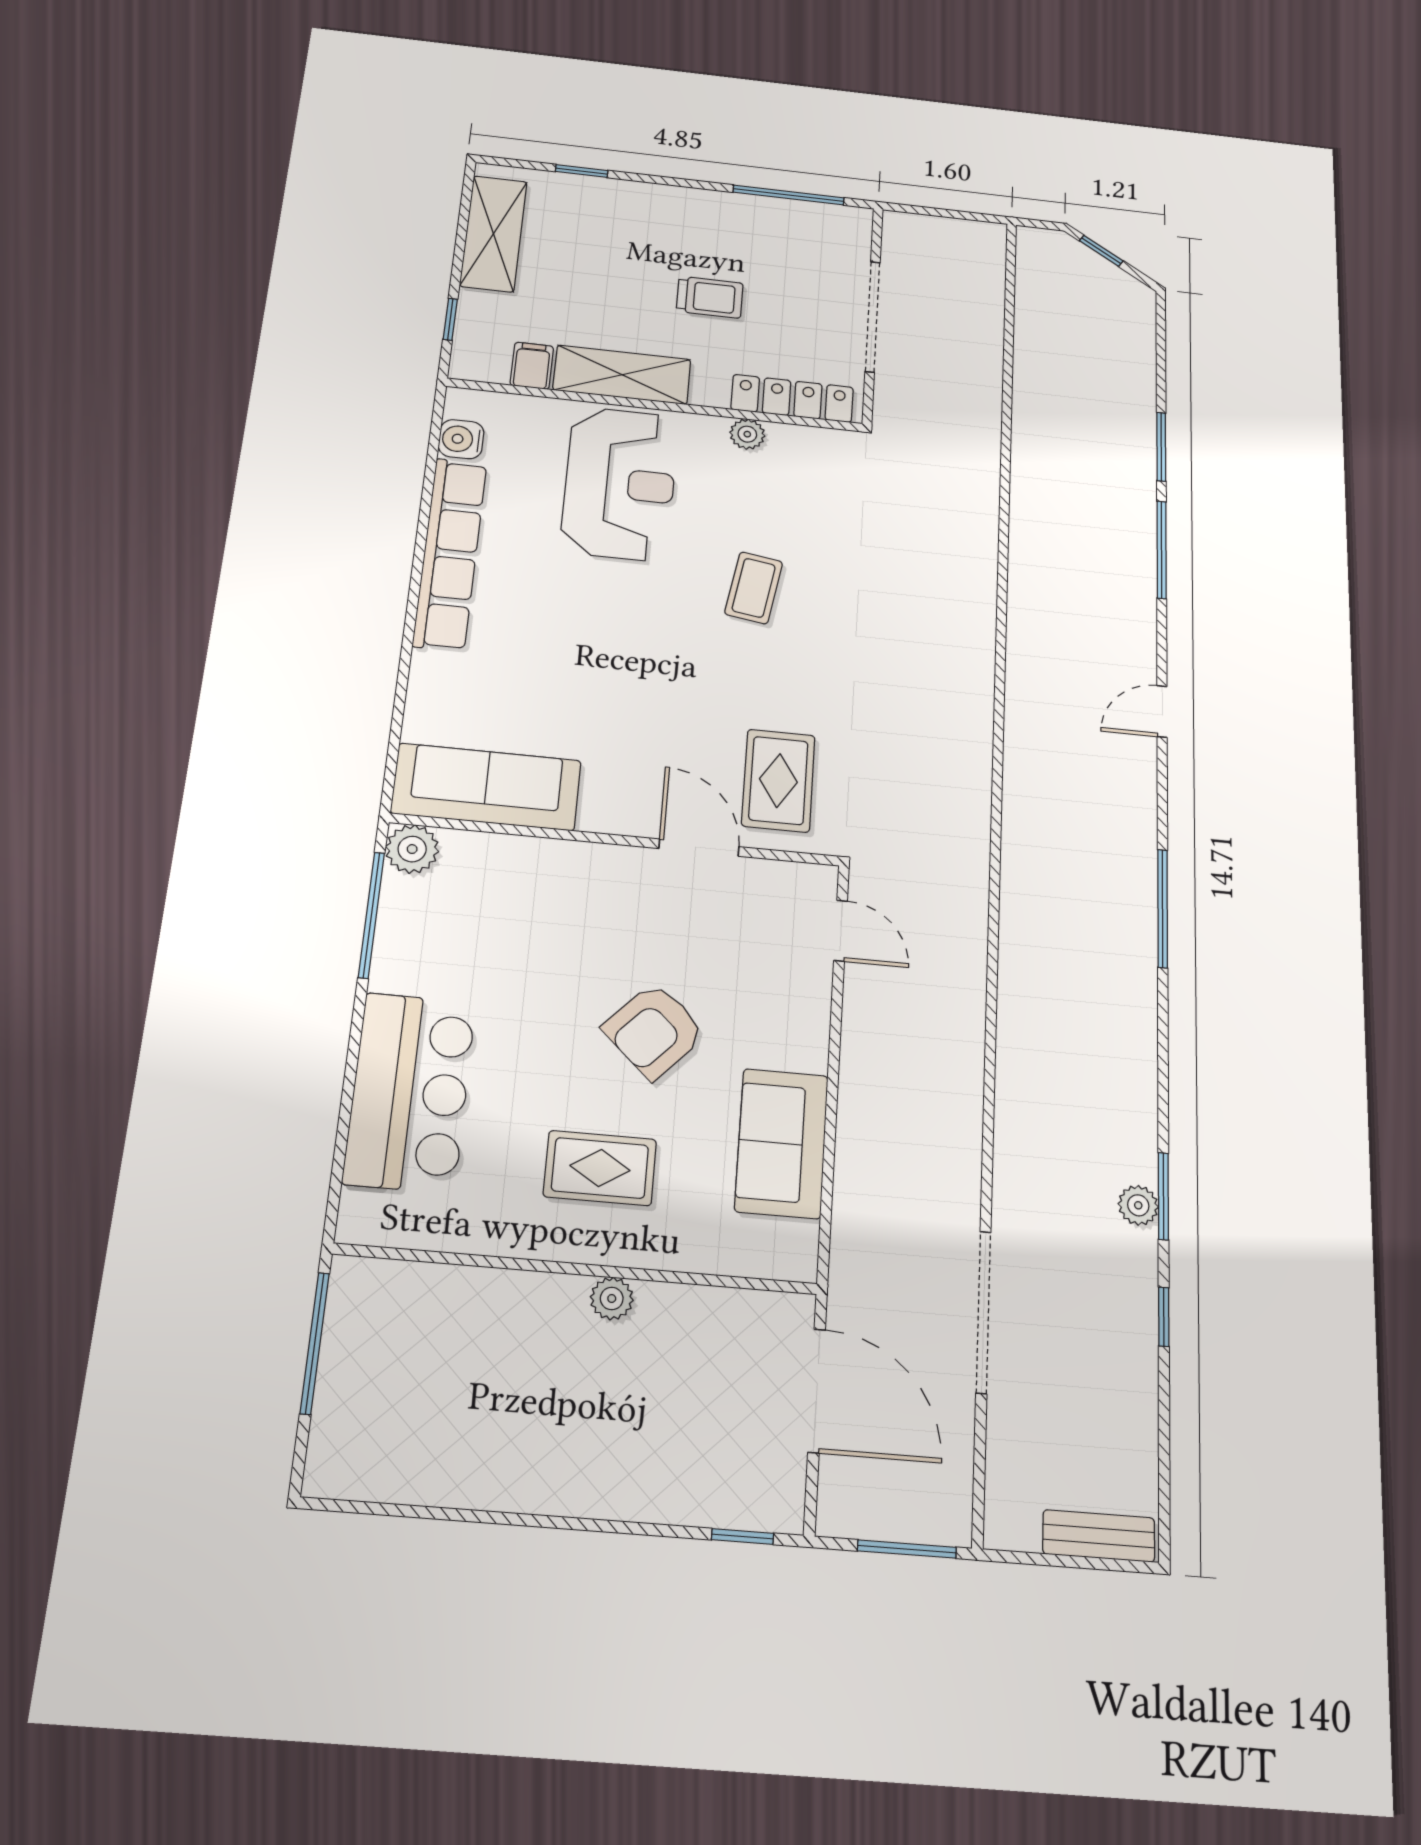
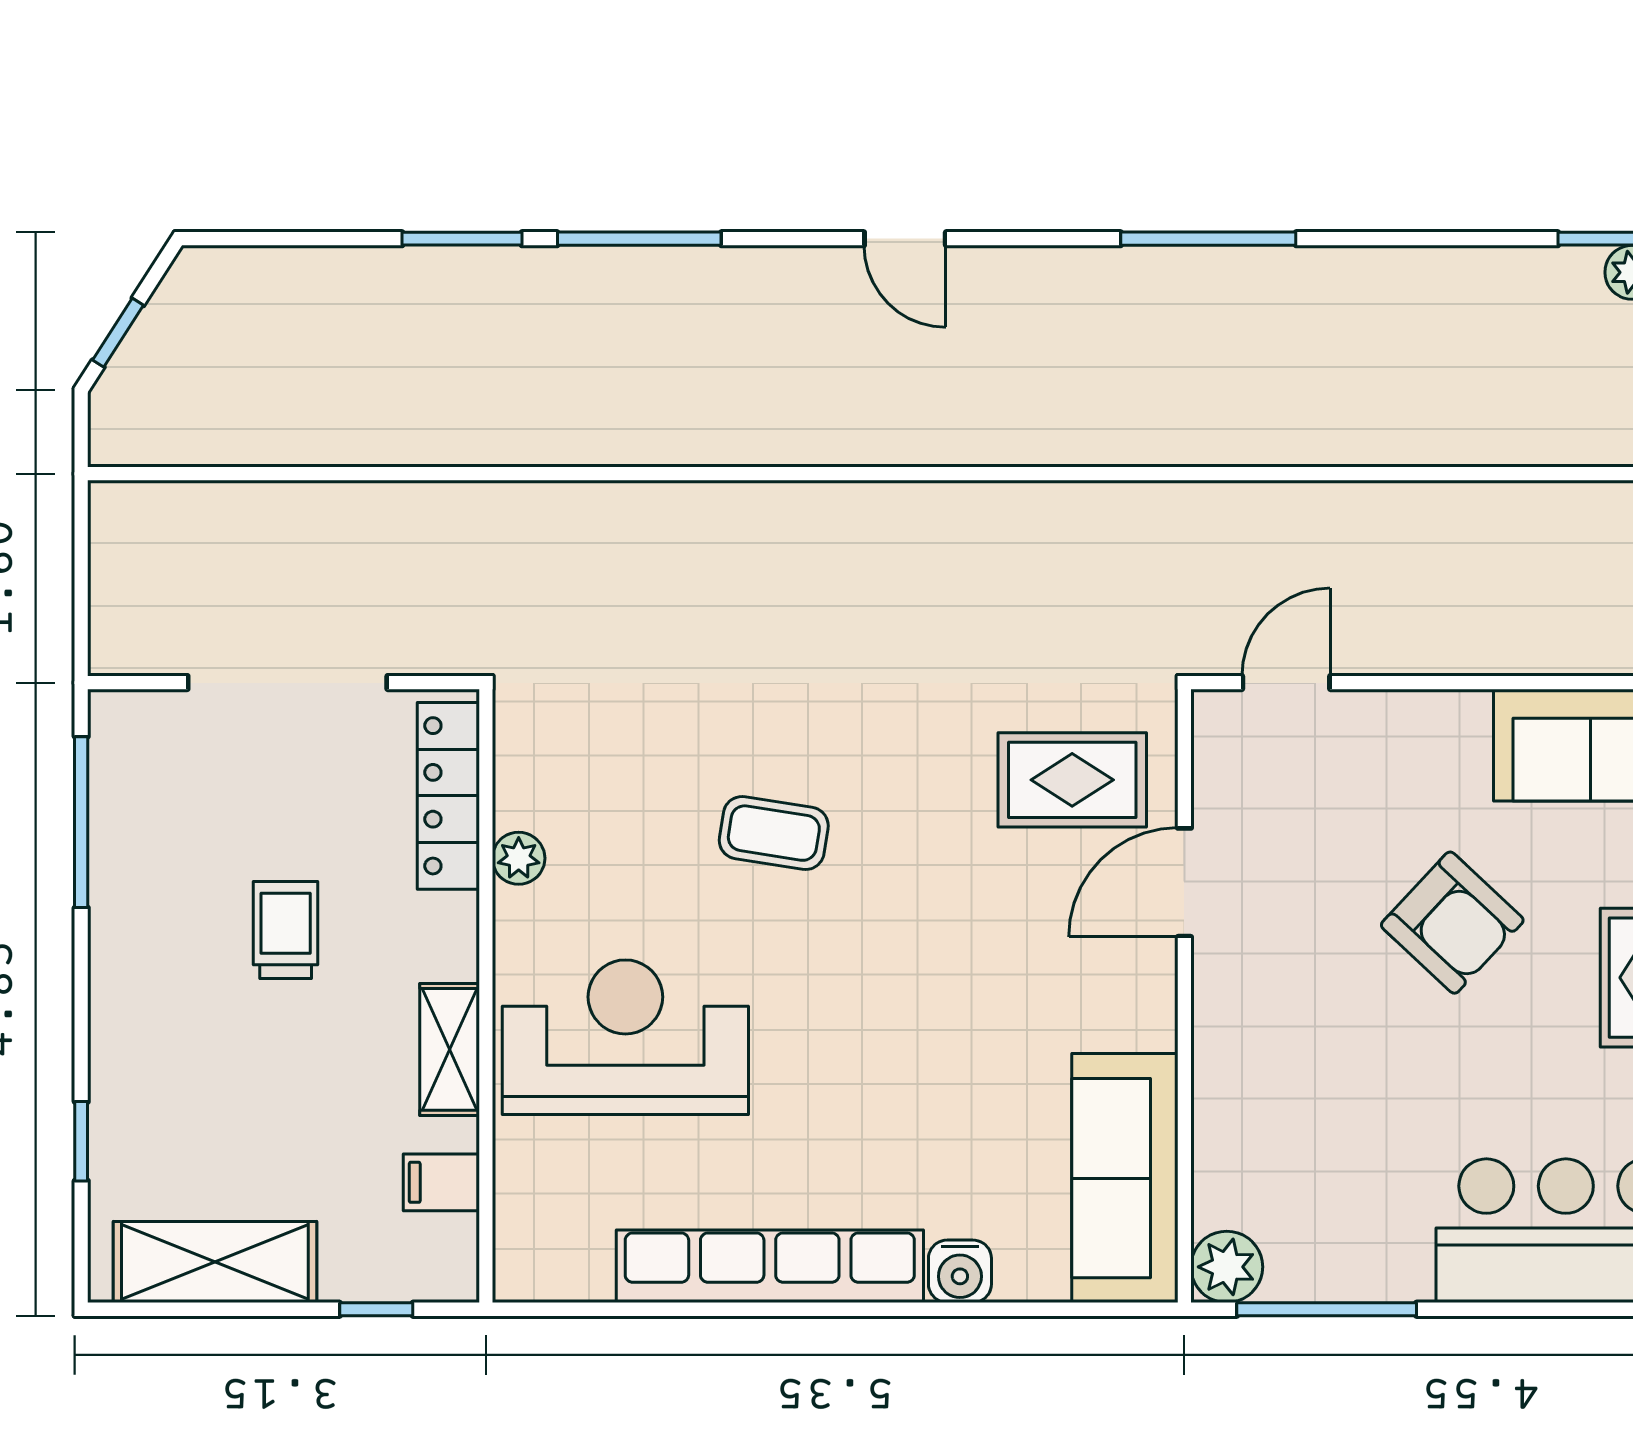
shelving: (622, 375) -> (450, 1049), width x0.67, depth x0.75
water cooler: (461, 439) -> (960, 1271), moved

